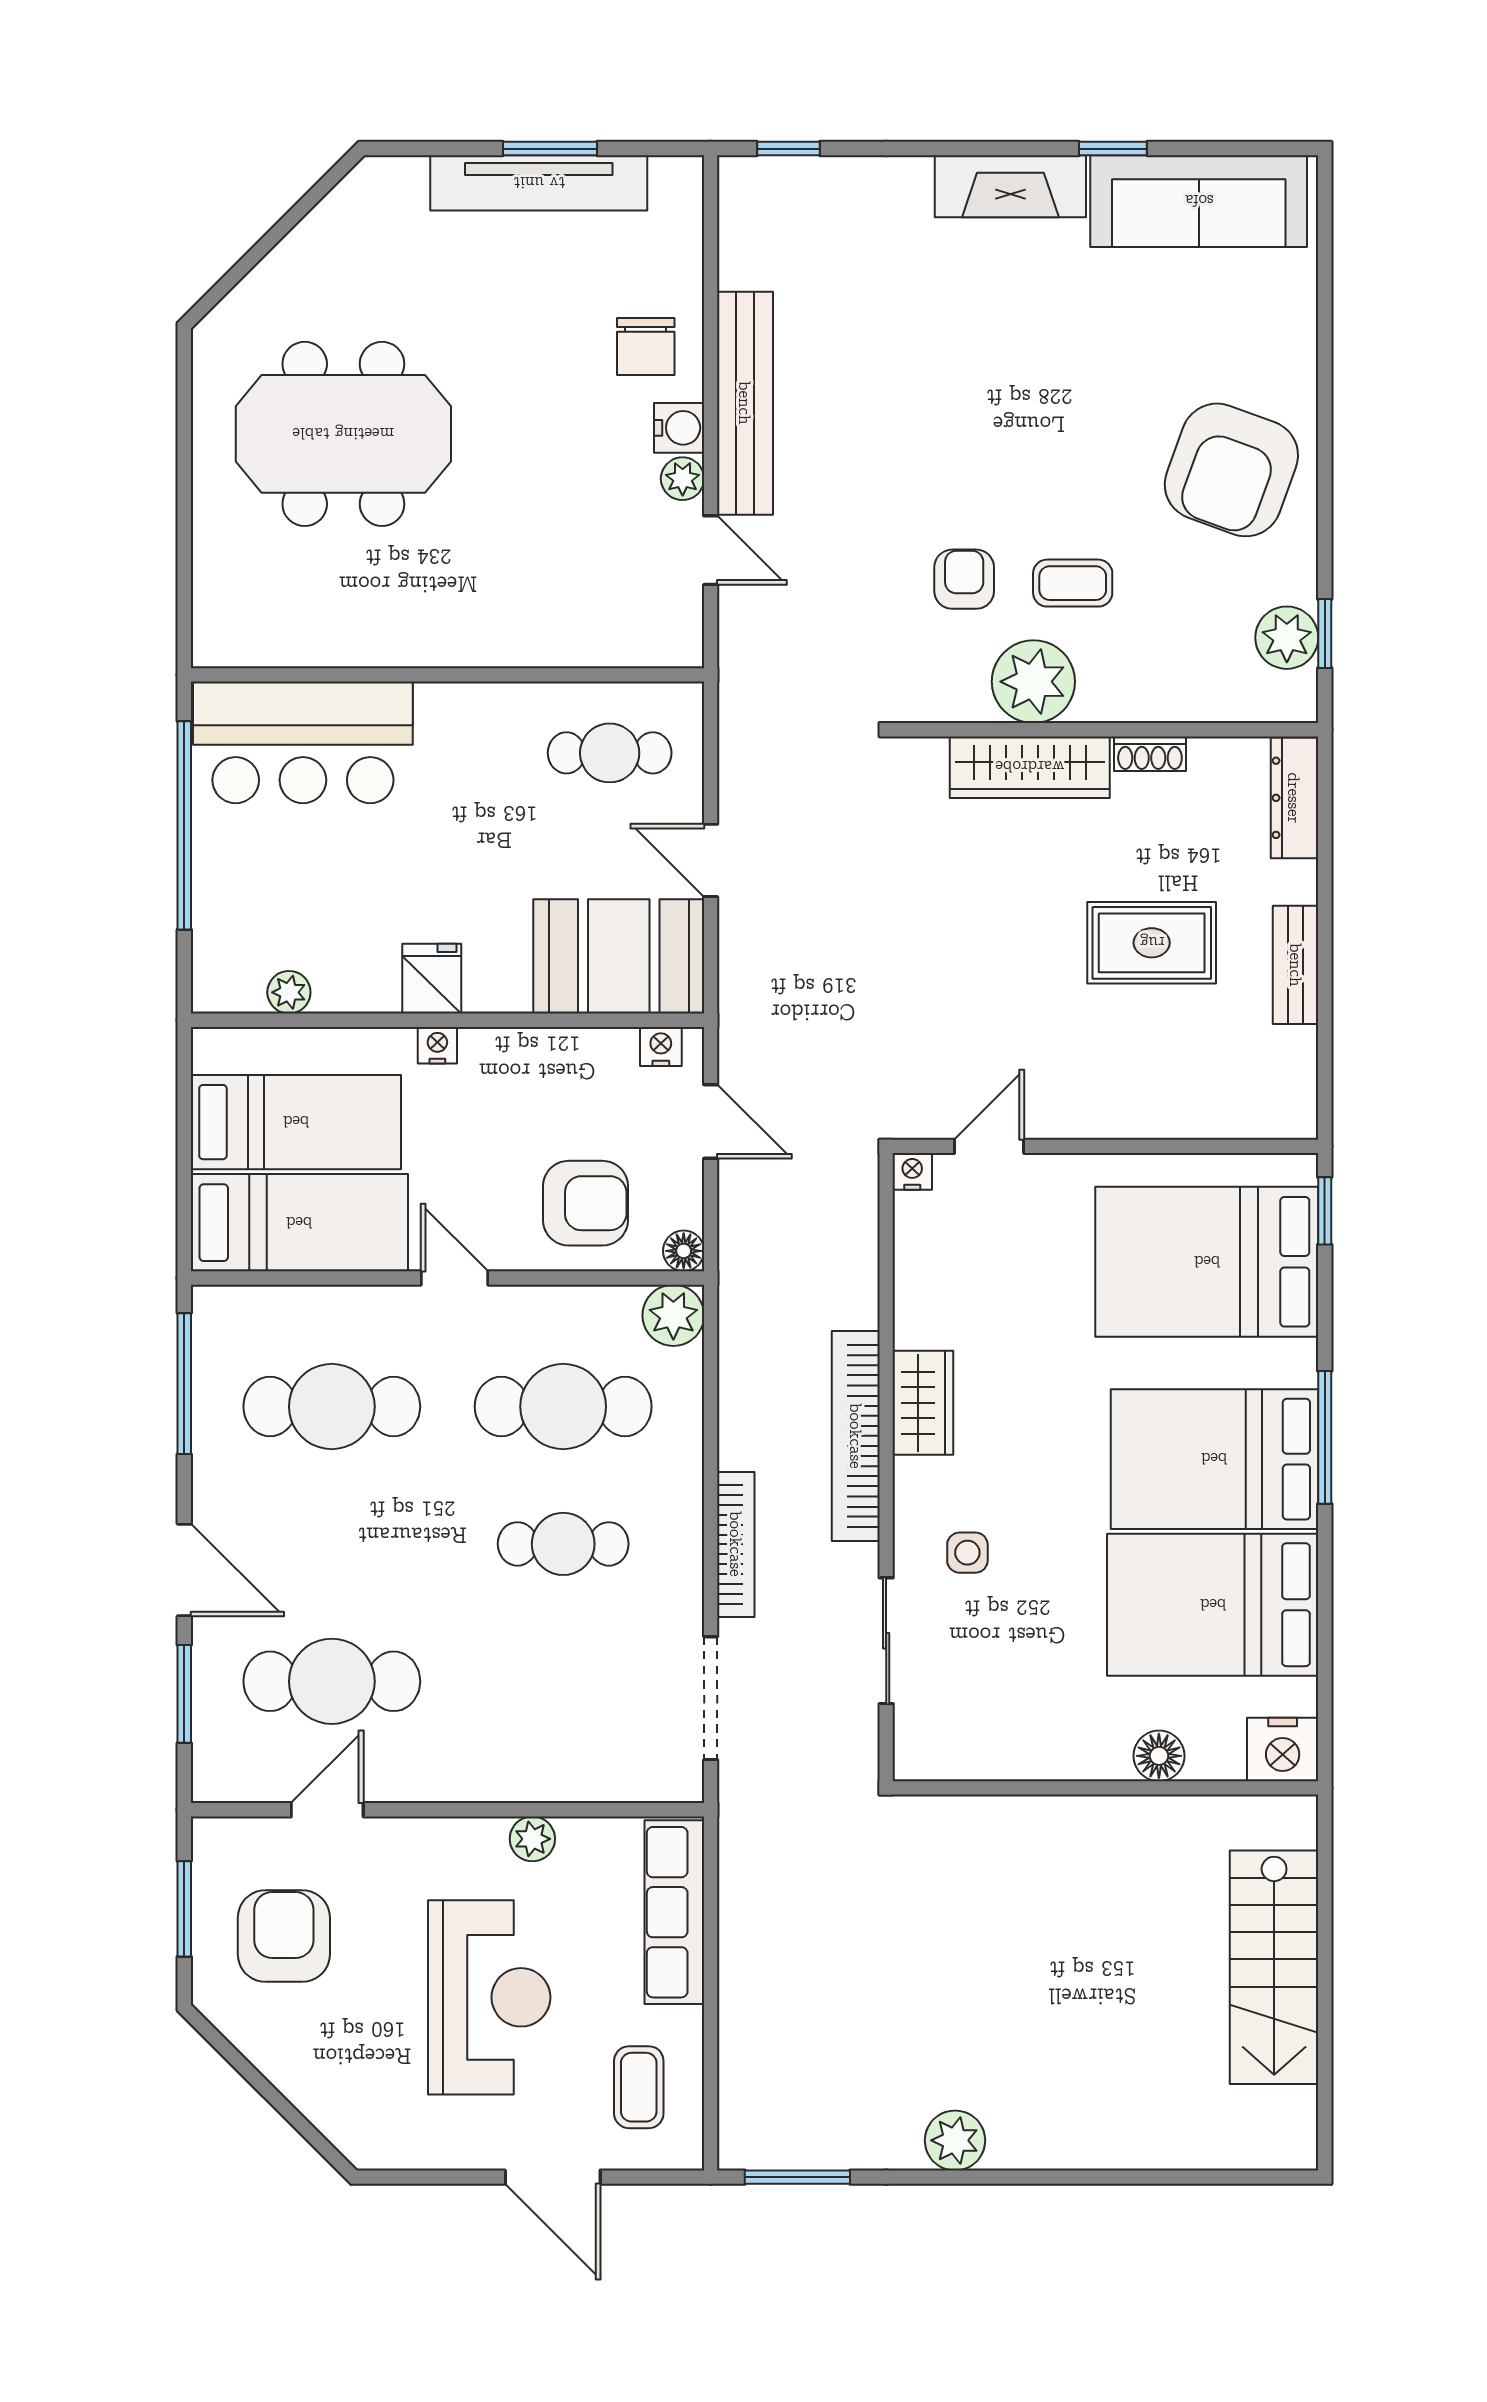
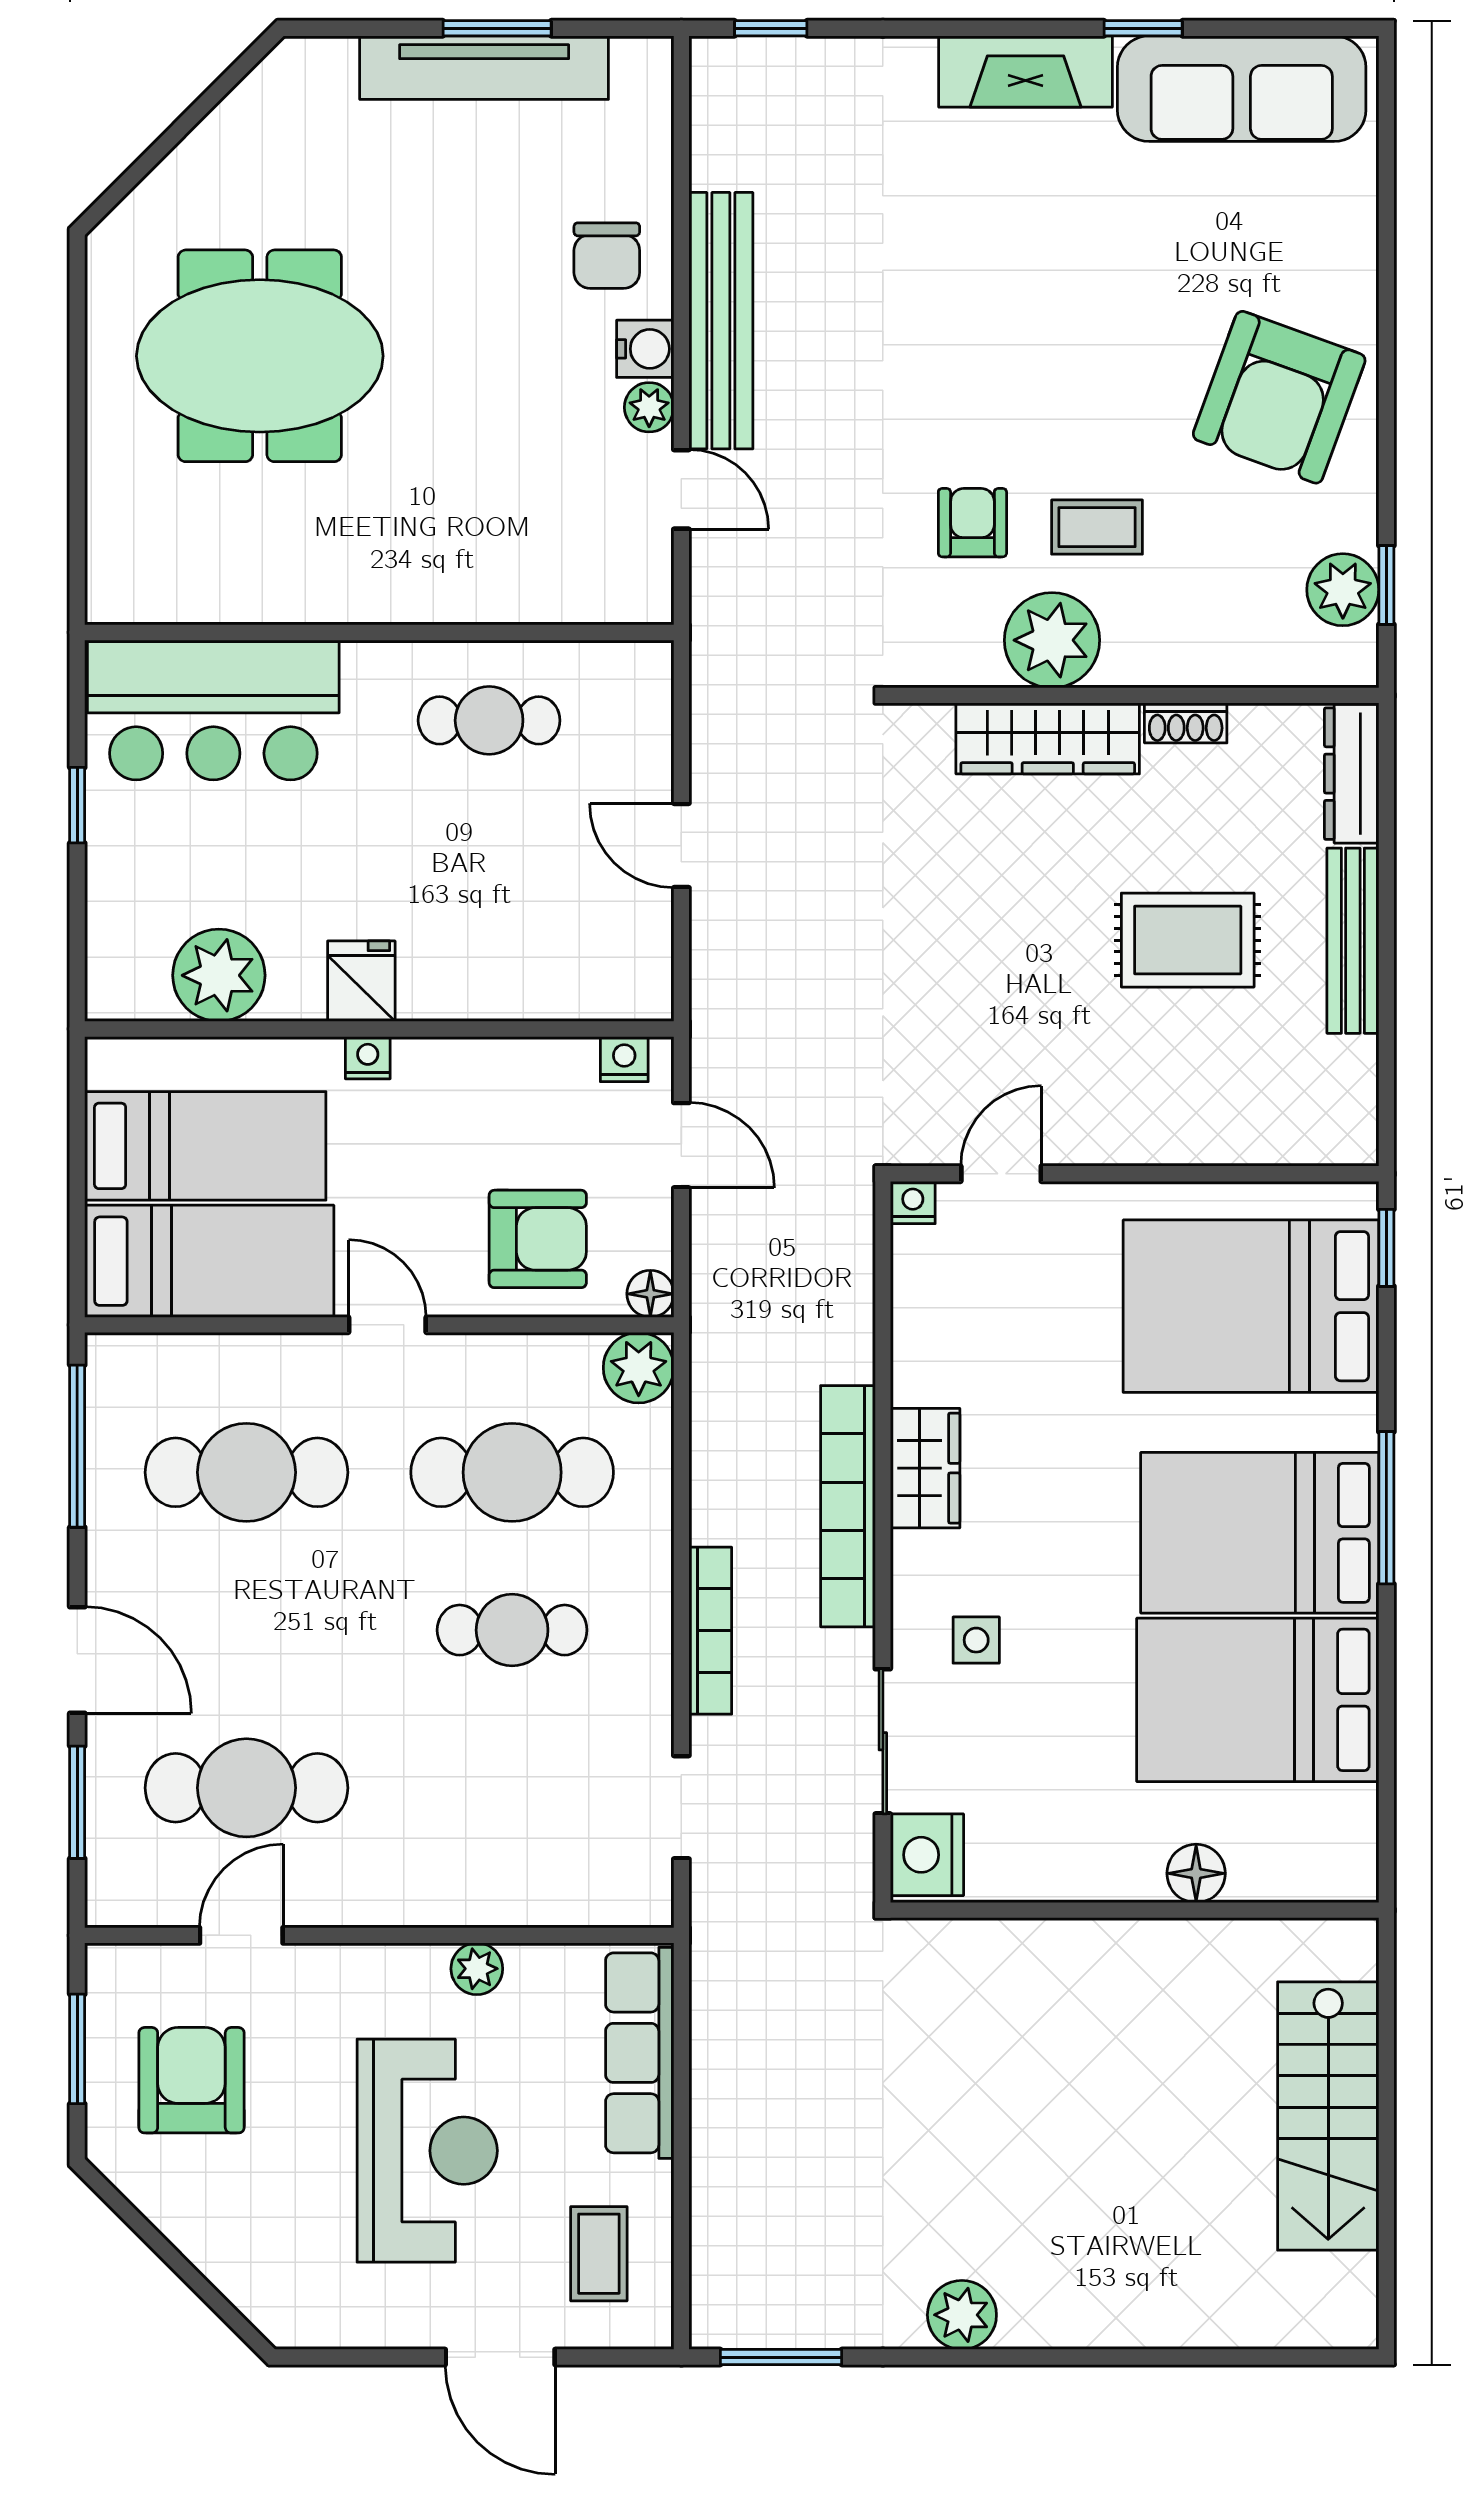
cafe table: (610, 753) -> (489, 720), moved
window: (184, 825) -> (77, 805), width x0.32
booth: (619, 956) -> (576, 956), removed
bench: (1296, 965) -> (1353, 941), width x1.36
plant: (289, 992) -> (219, 975), width x1.88, depth x1.88
doorway: (711, 1698) -> (681, 1807), width x0.73
nightstand: (1283, 1749) -> (927, 1855), moved, turned 90

